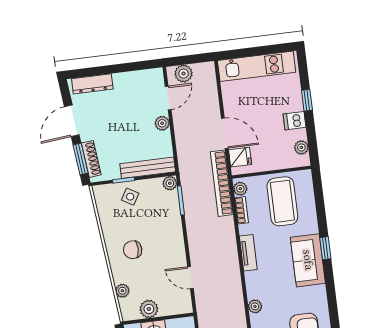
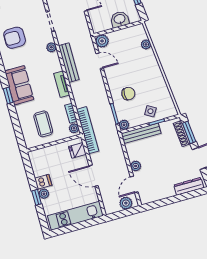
door: (225, 133) -> (94, 176), moved
plant: (301, 147) -> (44, 194), moved
coffee table: (282, 201) -> (43, 124), width x0.73, depth x0.76
chair: (133, 250) -> (128, 94), moved
bench: (234, 281) -> (69, 63), added
plant: (149, 309) -> (102, 41), moved

